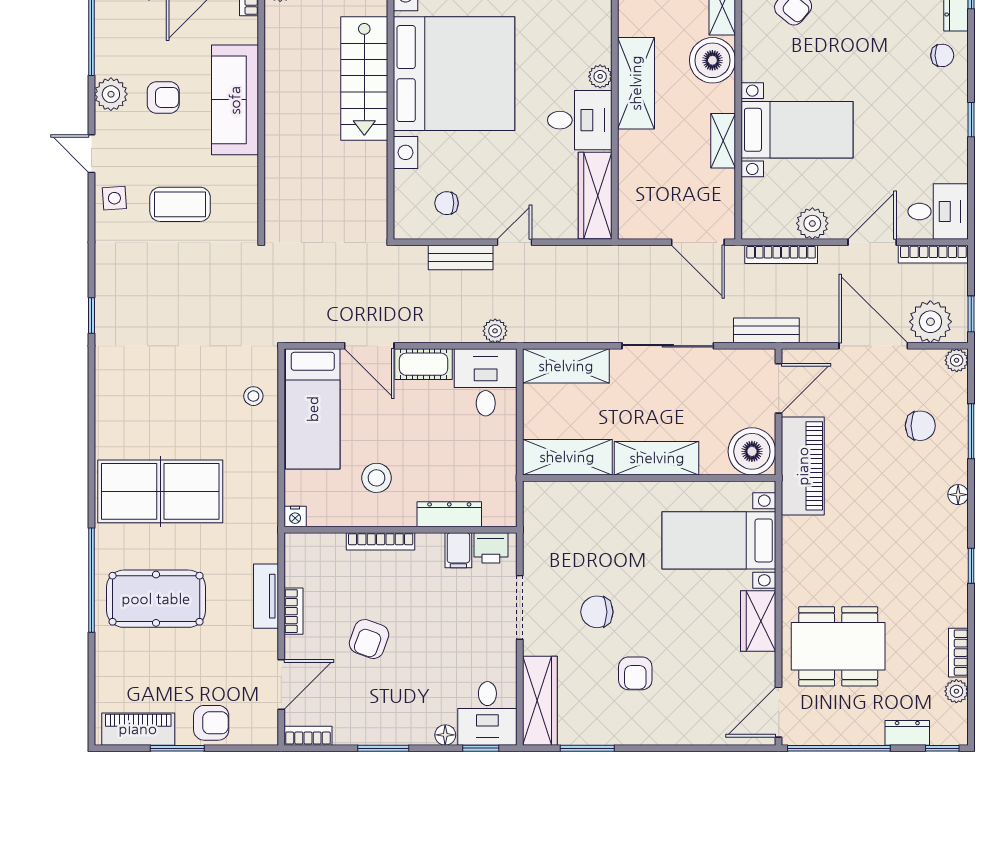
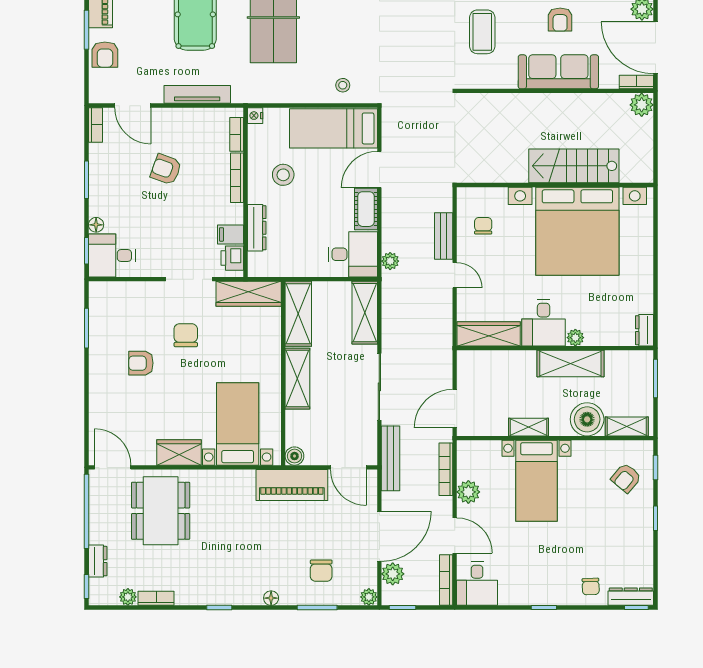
plant: (930, 322) -> (393, 574), width x0.73, depth x0.73
bench: (766, 330) -> (391, 458), width x1.36
boiler: (752, 451) -> (294, 456), width x0.54, depth x0.54
tv unit: (266, 596) -> (197, 94), width x1.41
bookcase: (293, 611) -> (237, 134), moved, turned 90
wardrobe: (540, 701) -> (249, 294), moved

